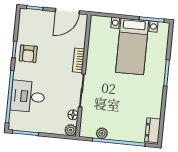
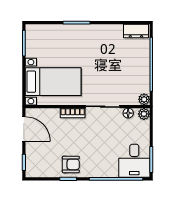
bed with nightstands: (132, 46) -> (53, 82), moved
desk: (28, 97) -> (134, 161), moved
plant: (102, 133) -> (144, 99), moved

